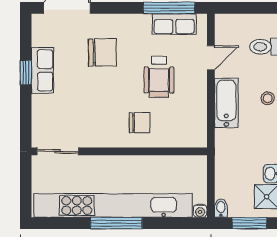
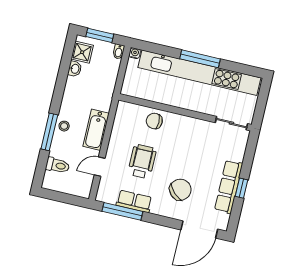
row of seats: (174, 24) -> (134, 201), moved
chair: (102, 52) -> (180, 190), turned 136
row of seats: (42, 70) -> (229, 187), width x1.48
chair: (140, 123) -> (154, 121), moved

